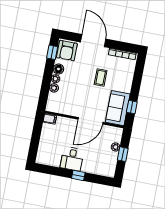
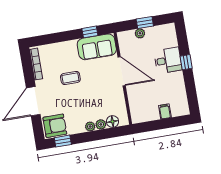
floor lamp: (58, 69) -> (112, 122), moved
filing cabinet: (50, 119) -> (165, 111), moved
desk: (72, 159) -> (168, 60), moved

